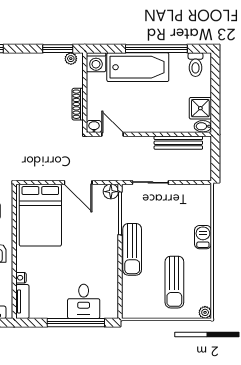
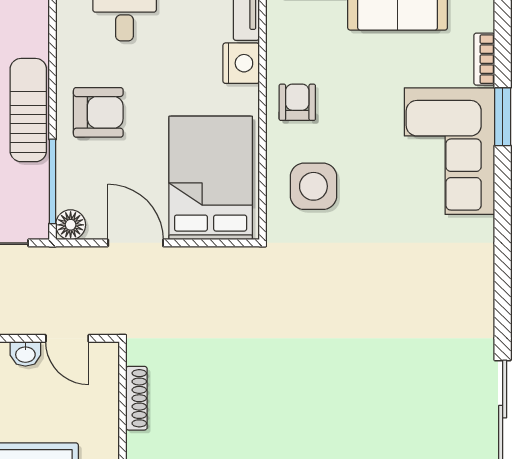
washbasin: (94, 127) -> (25, 354), moved
armchair: (97, 248) -> (98, 112), added
nightstand: (21, 278) -> (241, 63), width x1.89, depth x1.79

